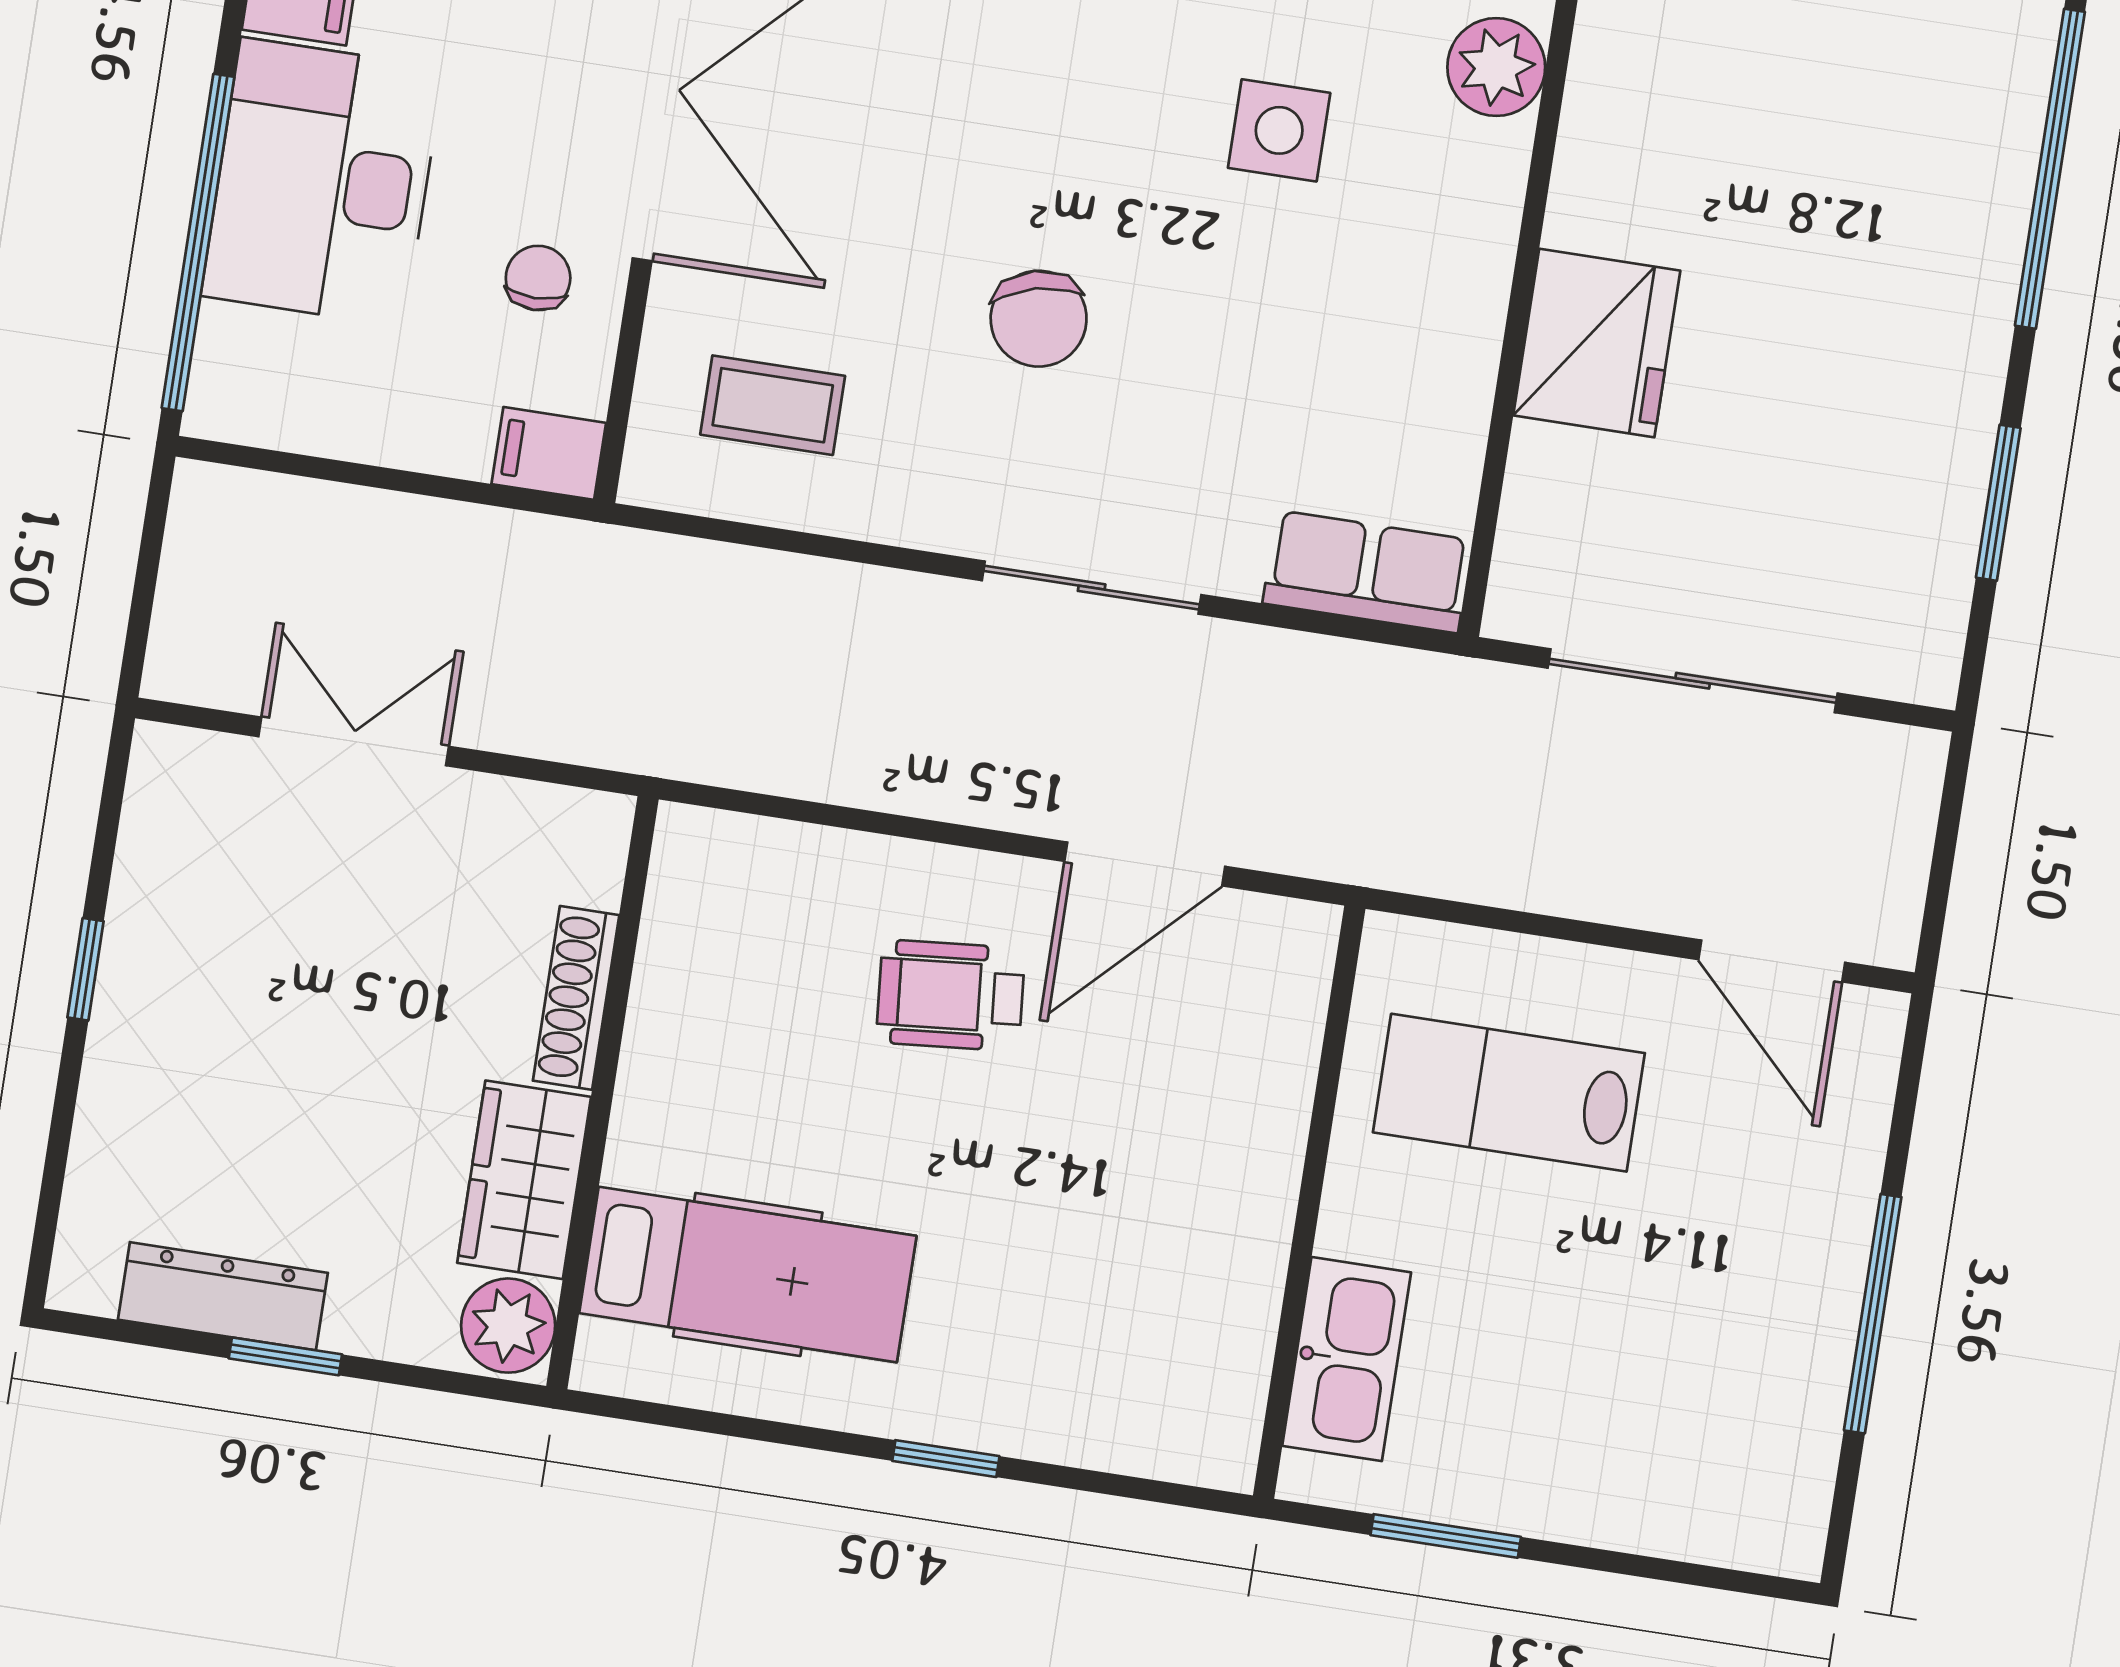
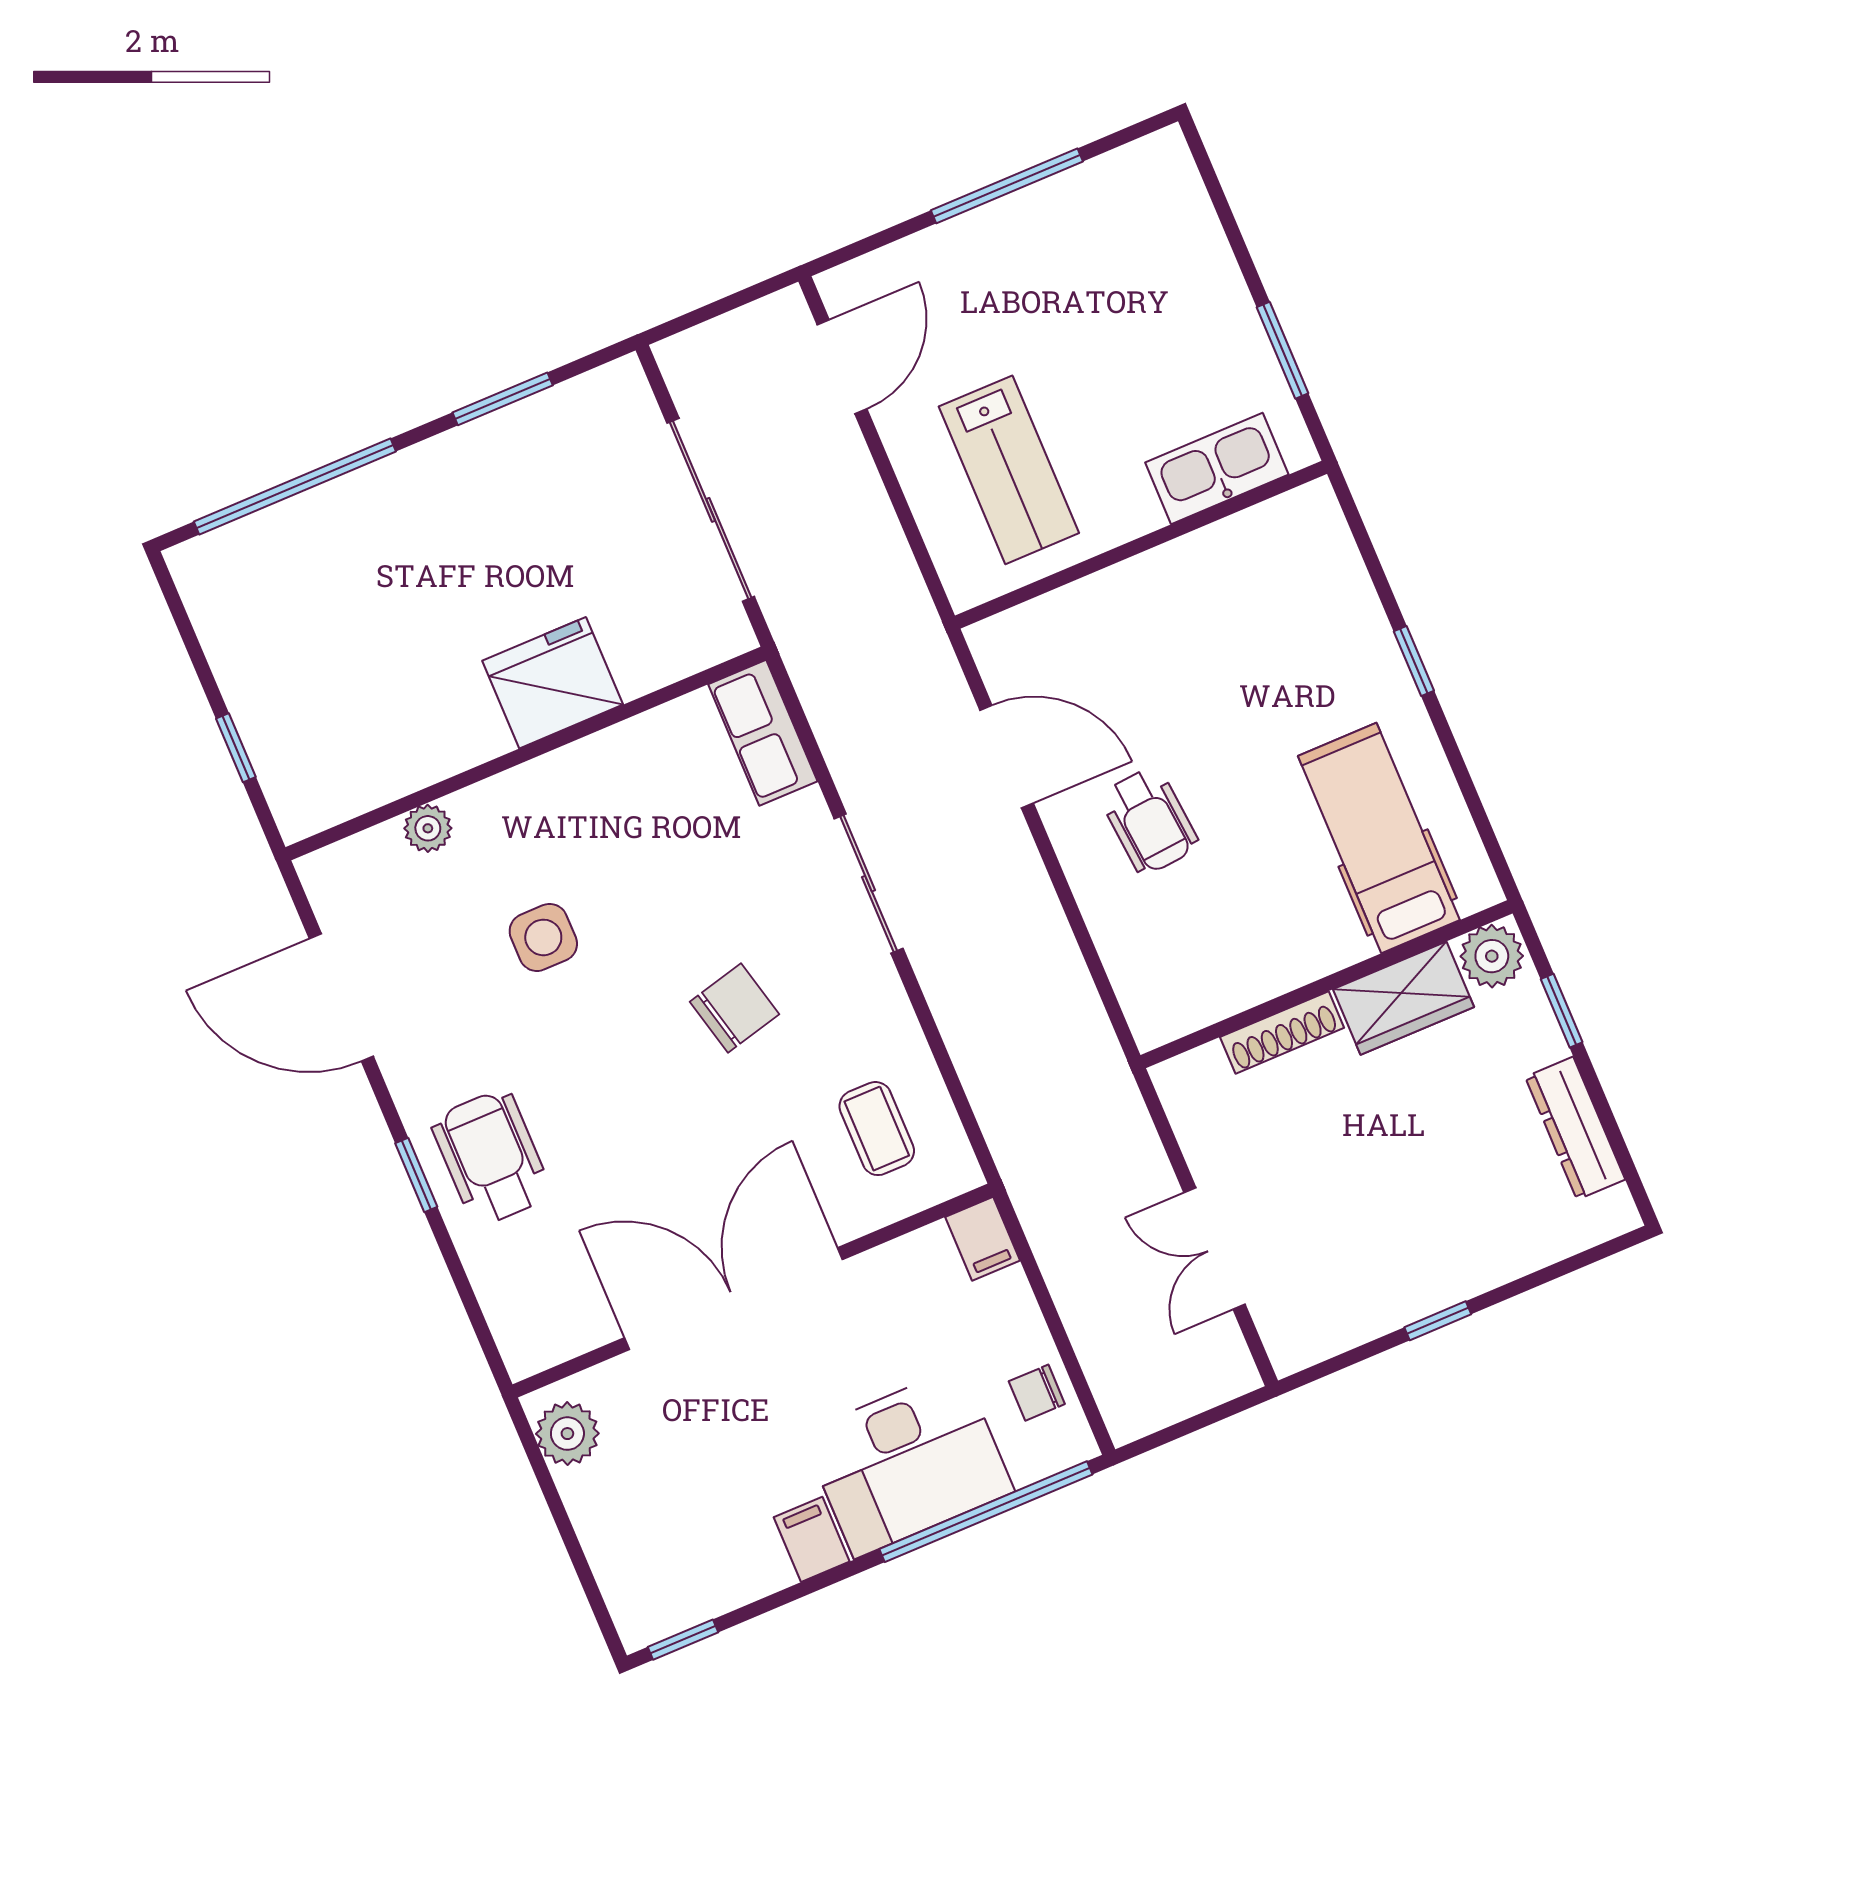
plant: (1496, 67) -> (428, 828), width x0.73, depth x0.73
chair: (538, 278) -> (1037, 1393), moved
window: (285, 1356) -> (1562, 1011), moved

